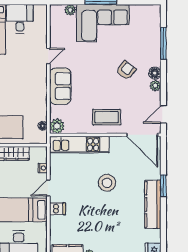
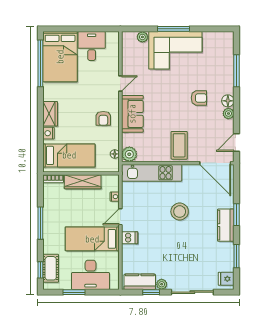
armchair: (126, 70) -> (199, 98), turned 52
armchair: (31, 90) -> (103, 118), added
coffee table: (107, 117) -> (179, 145), turned 90
kitchen counter: (153, 204) -> (226, 225), width x0.67
window: (163, 227) -> (237, 256), added

